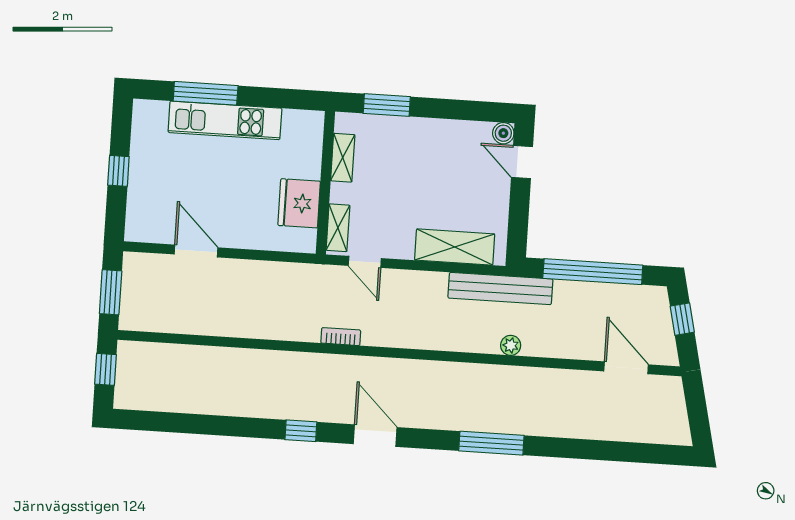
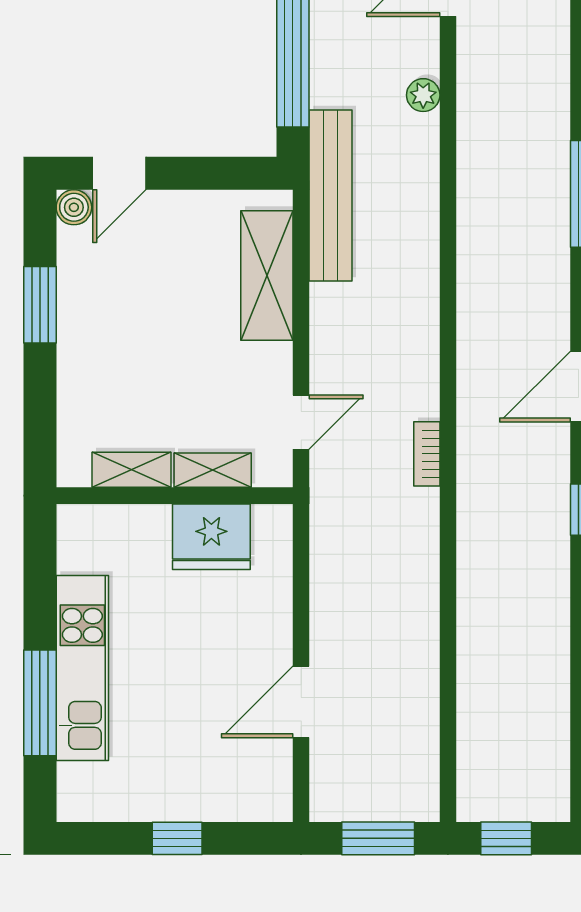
window: (387, 105) -> (40, 305), moved
shelving: (338, 228) -> (213, 470), moved
plant: (511, 345) -> (423, 95), moved

